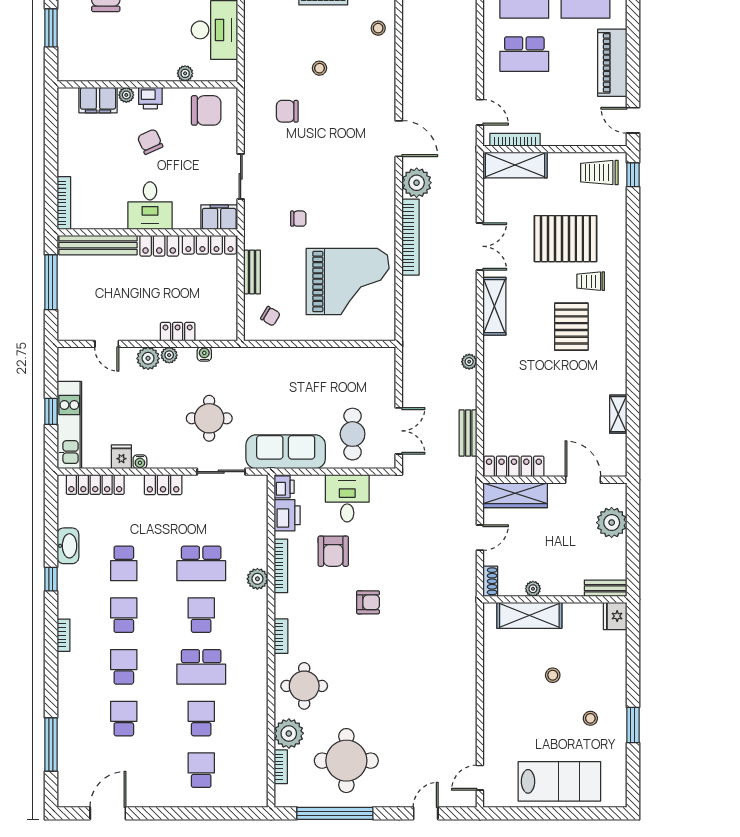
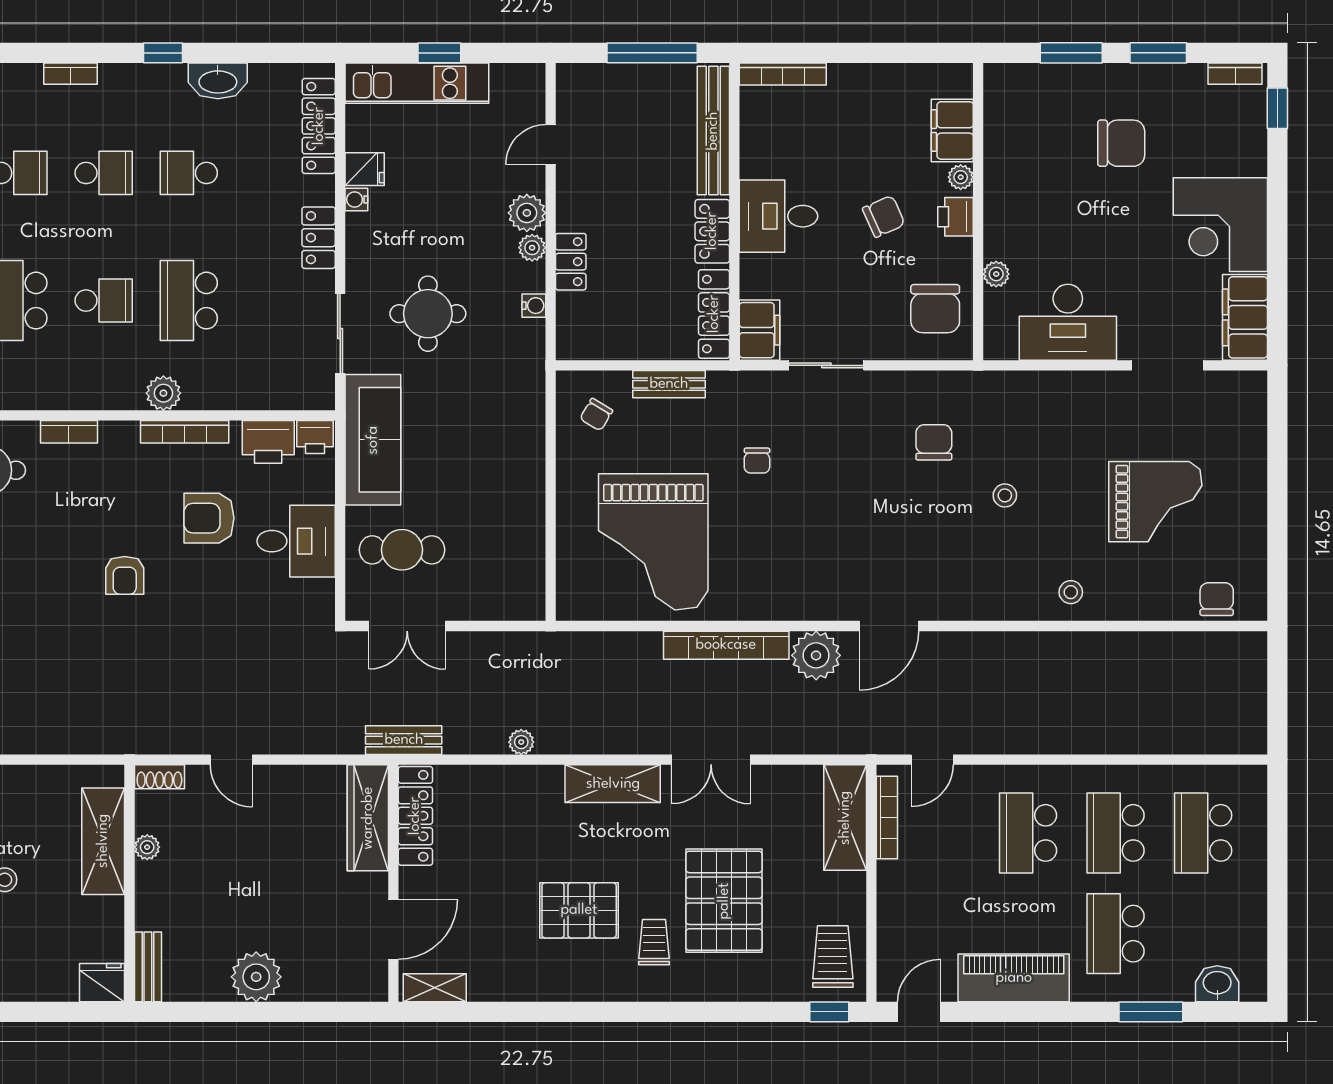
locker: (514, 466) -> (415, 816), moved
wall: (555, 480) -> (393, 883), moved
door: (583, 480) -> (393, 930), moved
wardrobe: (515, 495) -> (368, 818), moved

